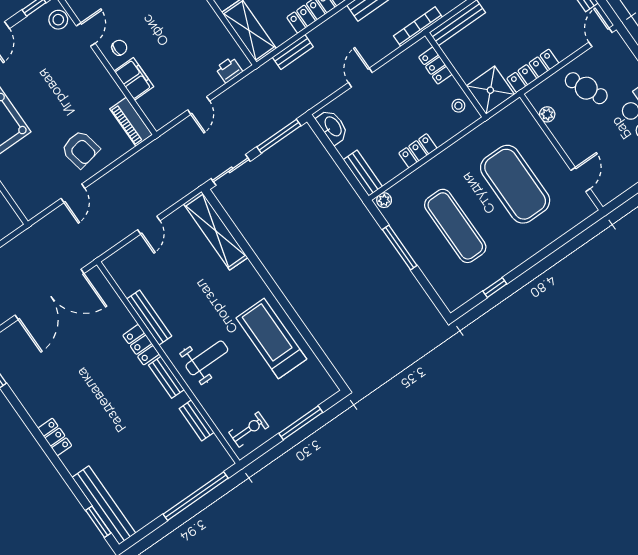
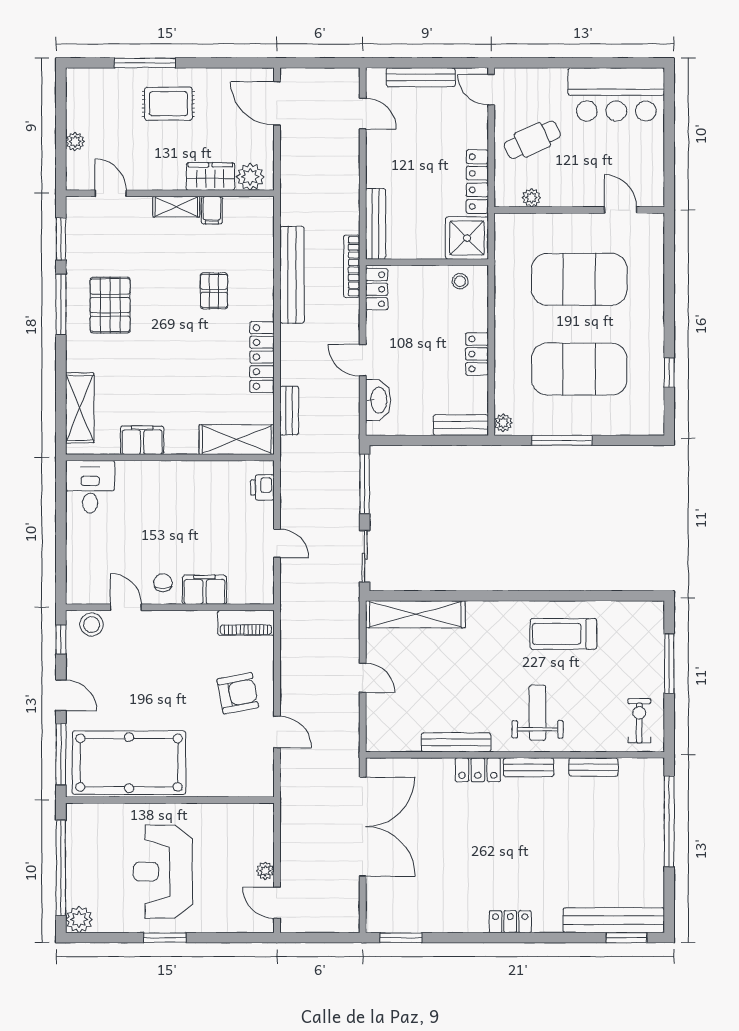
locker: (435, 66) -> (377, 289), moved, turned -90
washbasin: (333, 127) -> (378, 400), moved, turned 90
exercise mat: (455, 226) -> (579, 369), width x1.47
treadmill: (271, 338) -> (563, 634), width x0.73, depth x0.73

